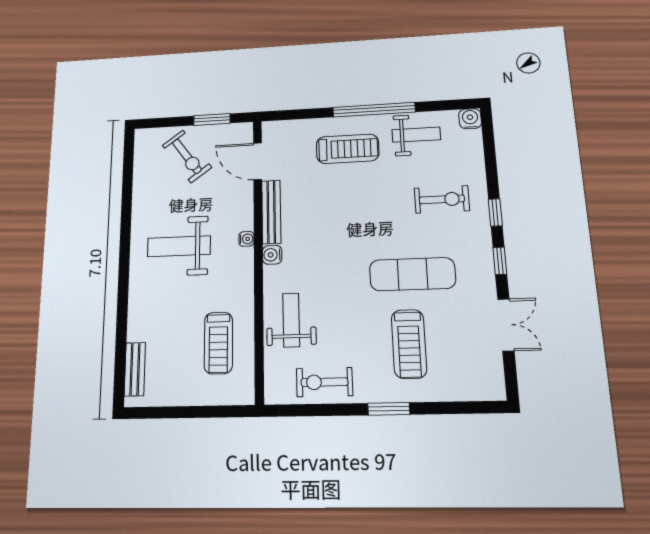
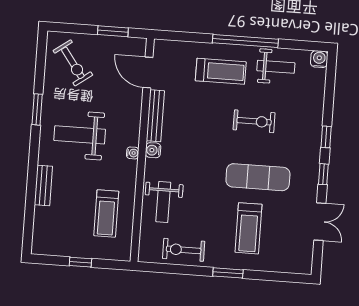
exercise bike: (187, 156) -> (73, 63), moved
exercise bike: (442, 199) -> (254, 121), moved
window: (126, 221) -> (37, 109), added
water cooler: (246, 239) -> (133, 153), moved
weight bench: (291, 320) -> (163, 202), turned 180
bench: (135, 369) -> (43, 185), moved
window: (189, 412) -> (80, 262), added

